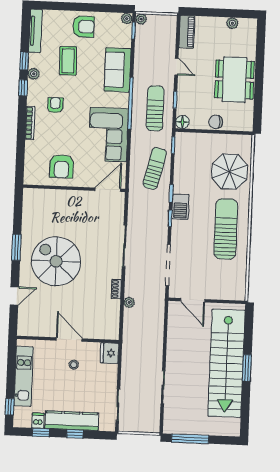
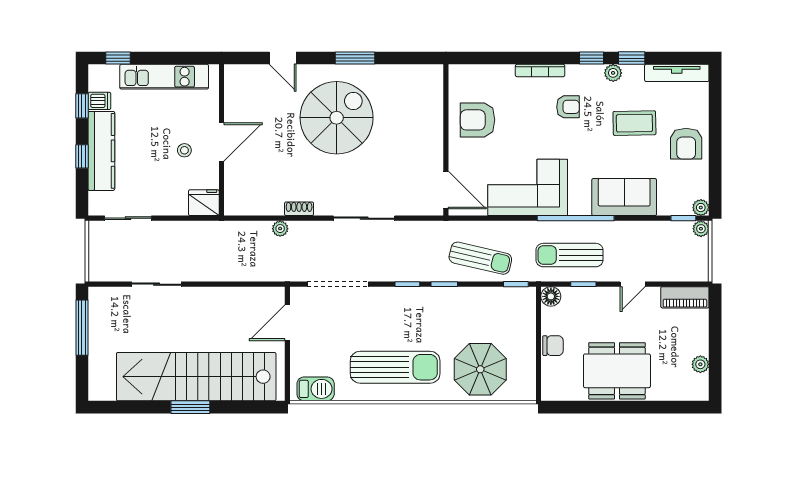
sun lounger: (155, 108) -> (569, 255), turned 180
chair: (216, 122) -> (553, 346), turned 90
barbecue: (180, 207) -> (316, 389), moved, turned 180

